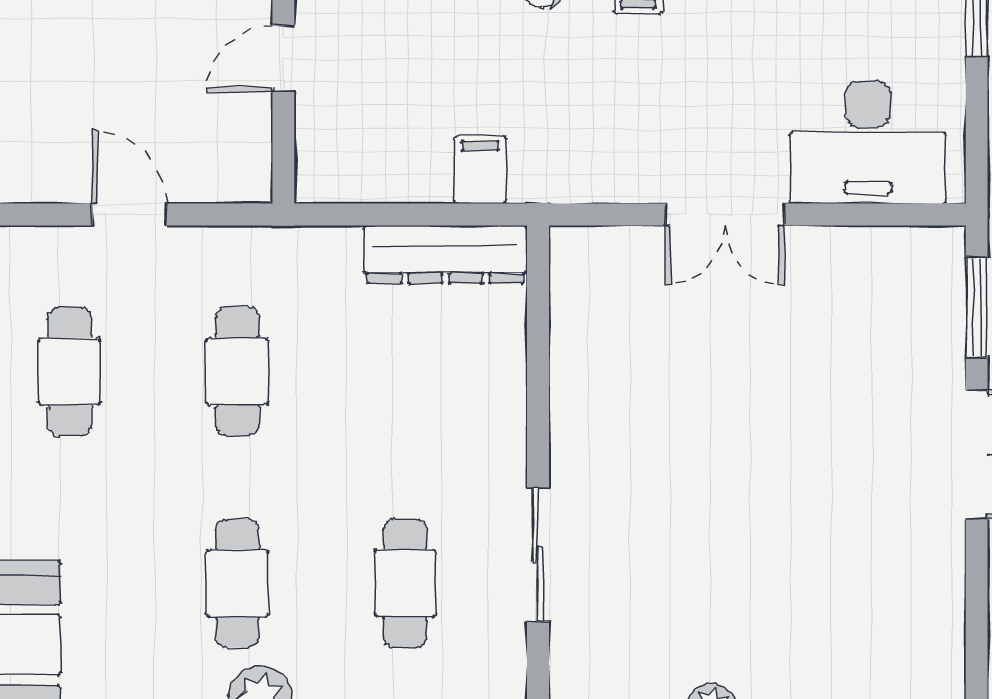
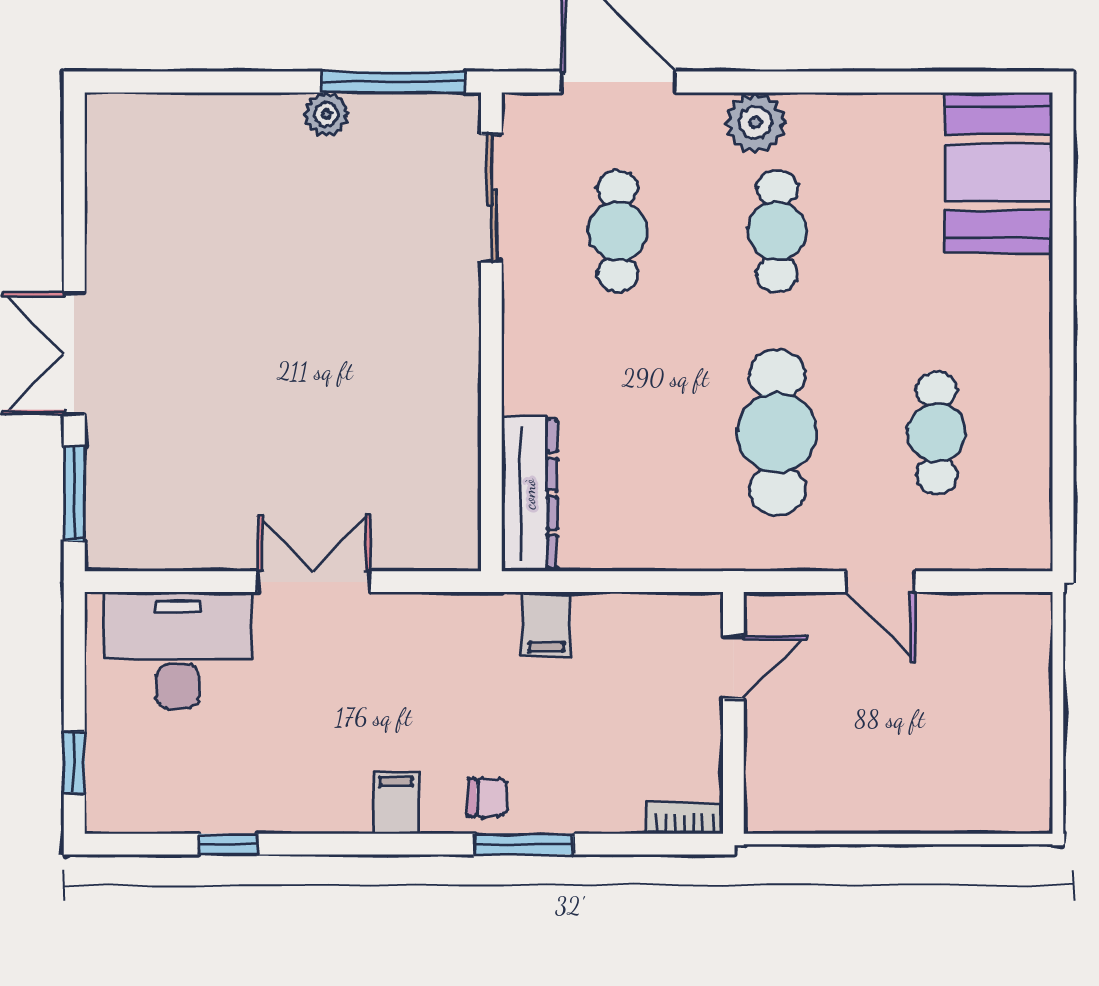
door: (283, 59) -> (733, 667), moved
dresser: (445, 255) -> (529, 494), moved, turned 90
cafe table: (237, 371) -> (777, 432), width x1.37, depth x1.35
sliding door: (538, 554) -> (491, 198), moved

